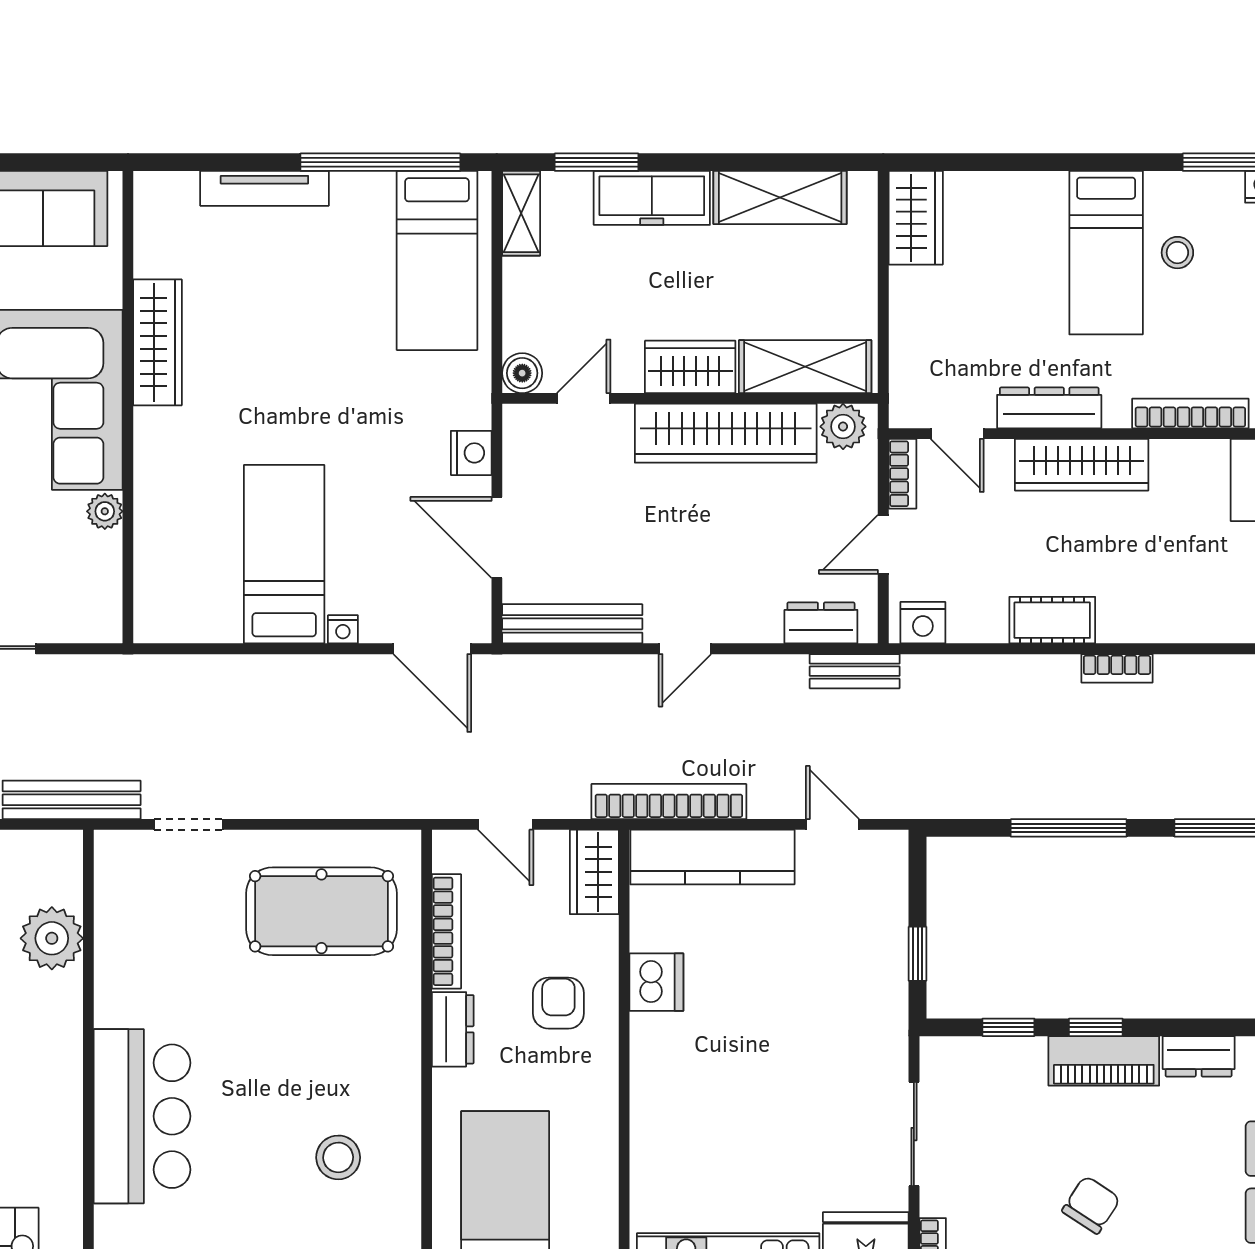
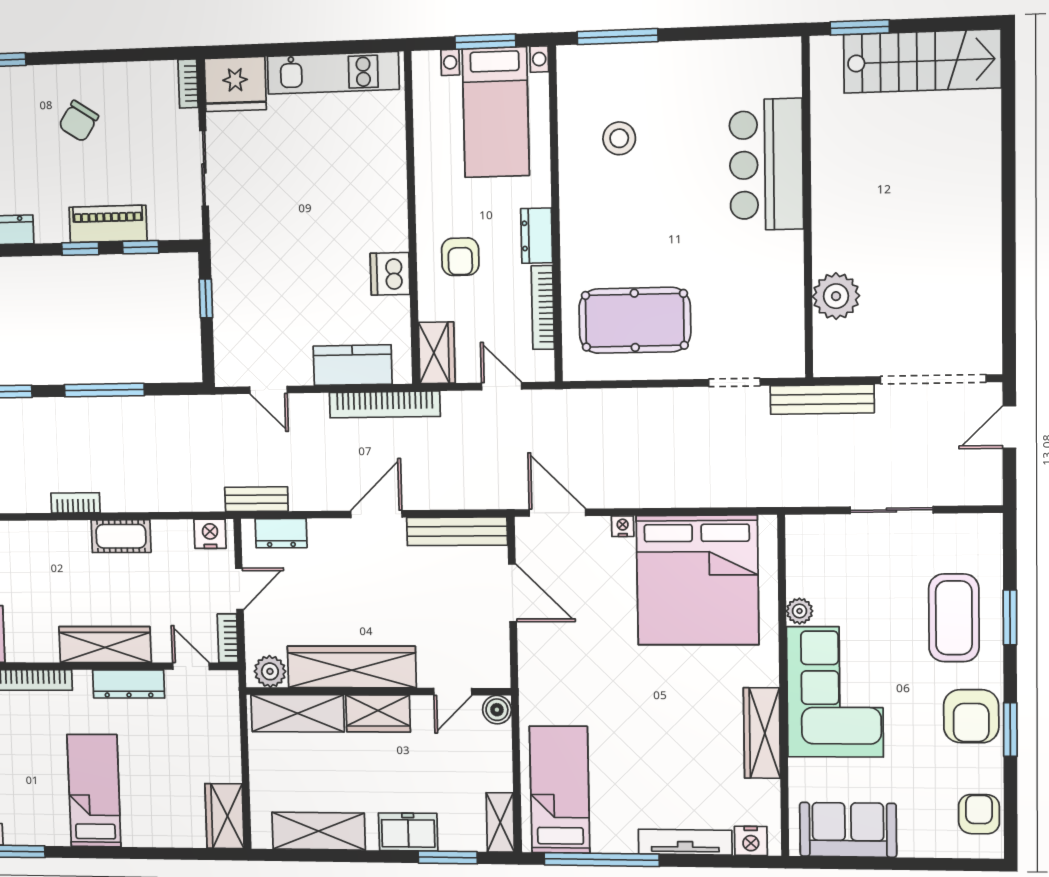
freezer: (652, 198) -> (408, 832), width x0.71
stool: (1177, 253) -> (46, 790), removed
nightstand: (471, 453) -> (751, 841), moved, turned -90
bed: (284, 554) -> (697, 580), width x2.04
door: (685, 649) -> (376, 514), width x1.37
kitchen counter: (712, 857) -> (353, 365), width x0.67
piano: (1104, 1061) -> (108, 224), moved

